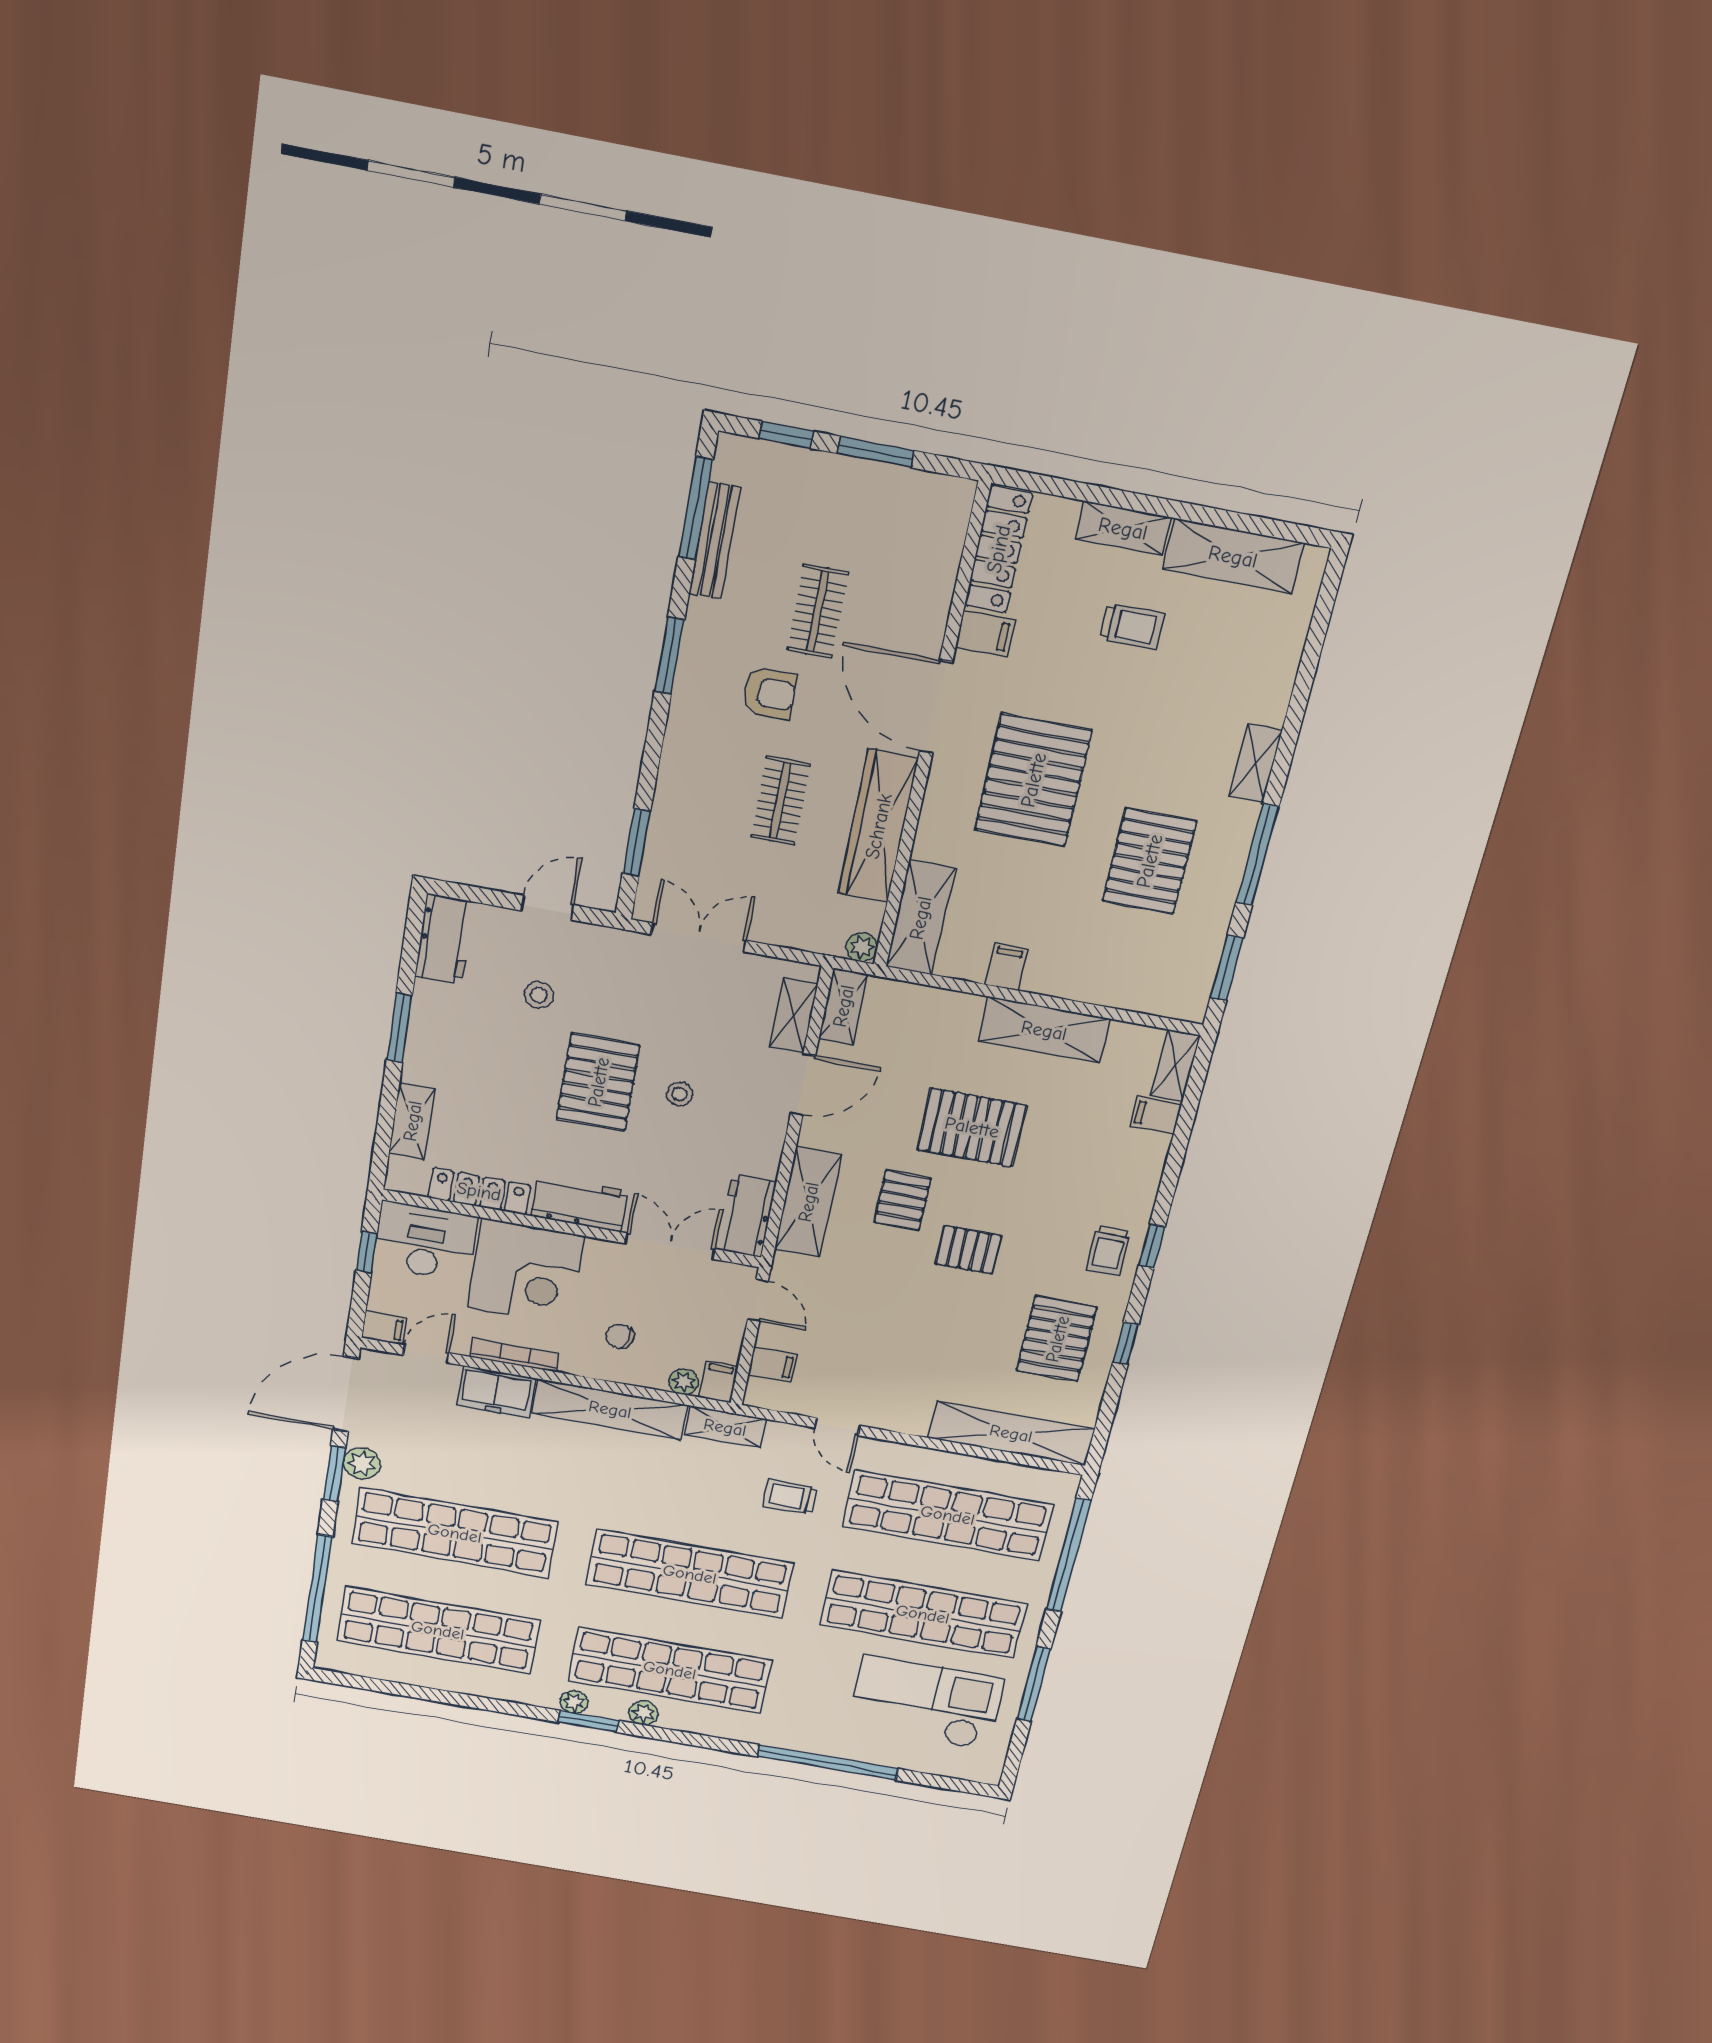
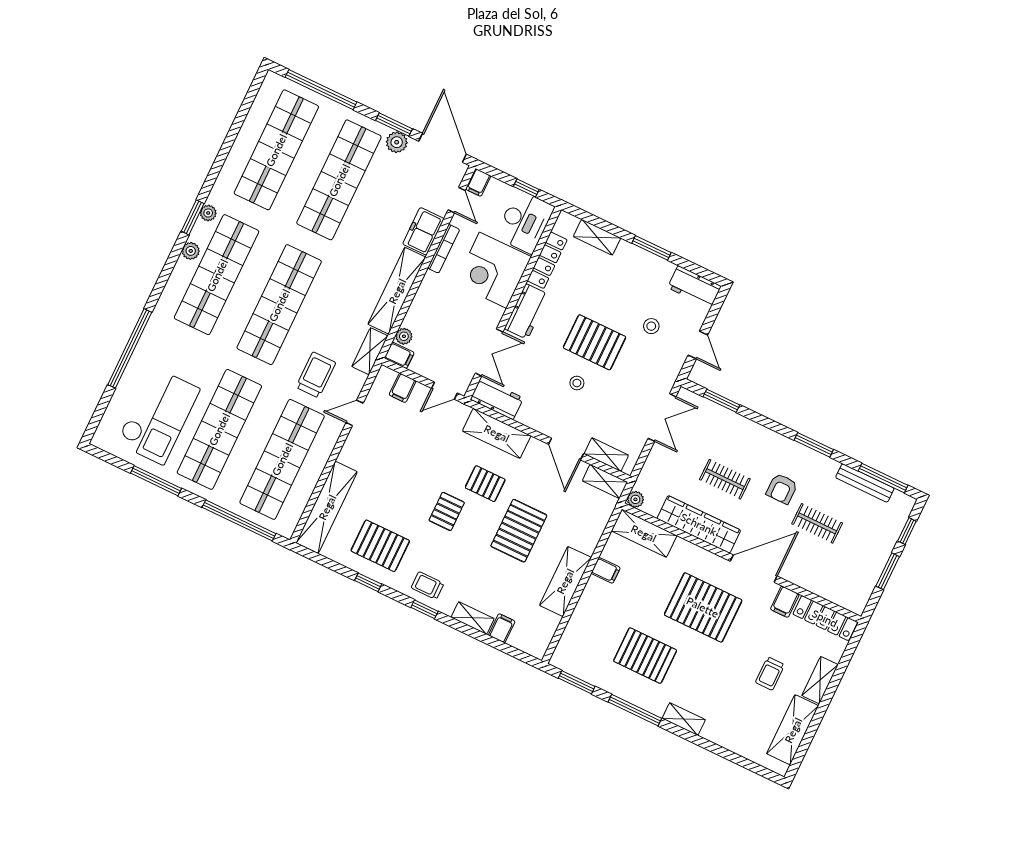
shelving: (1175, 1066) -> (473, 618), moved
chair: (620, 1337) -> (441, 309), removed
trolley: (790, 1497) -> (316, 375), width x1.36, depth x1.39

